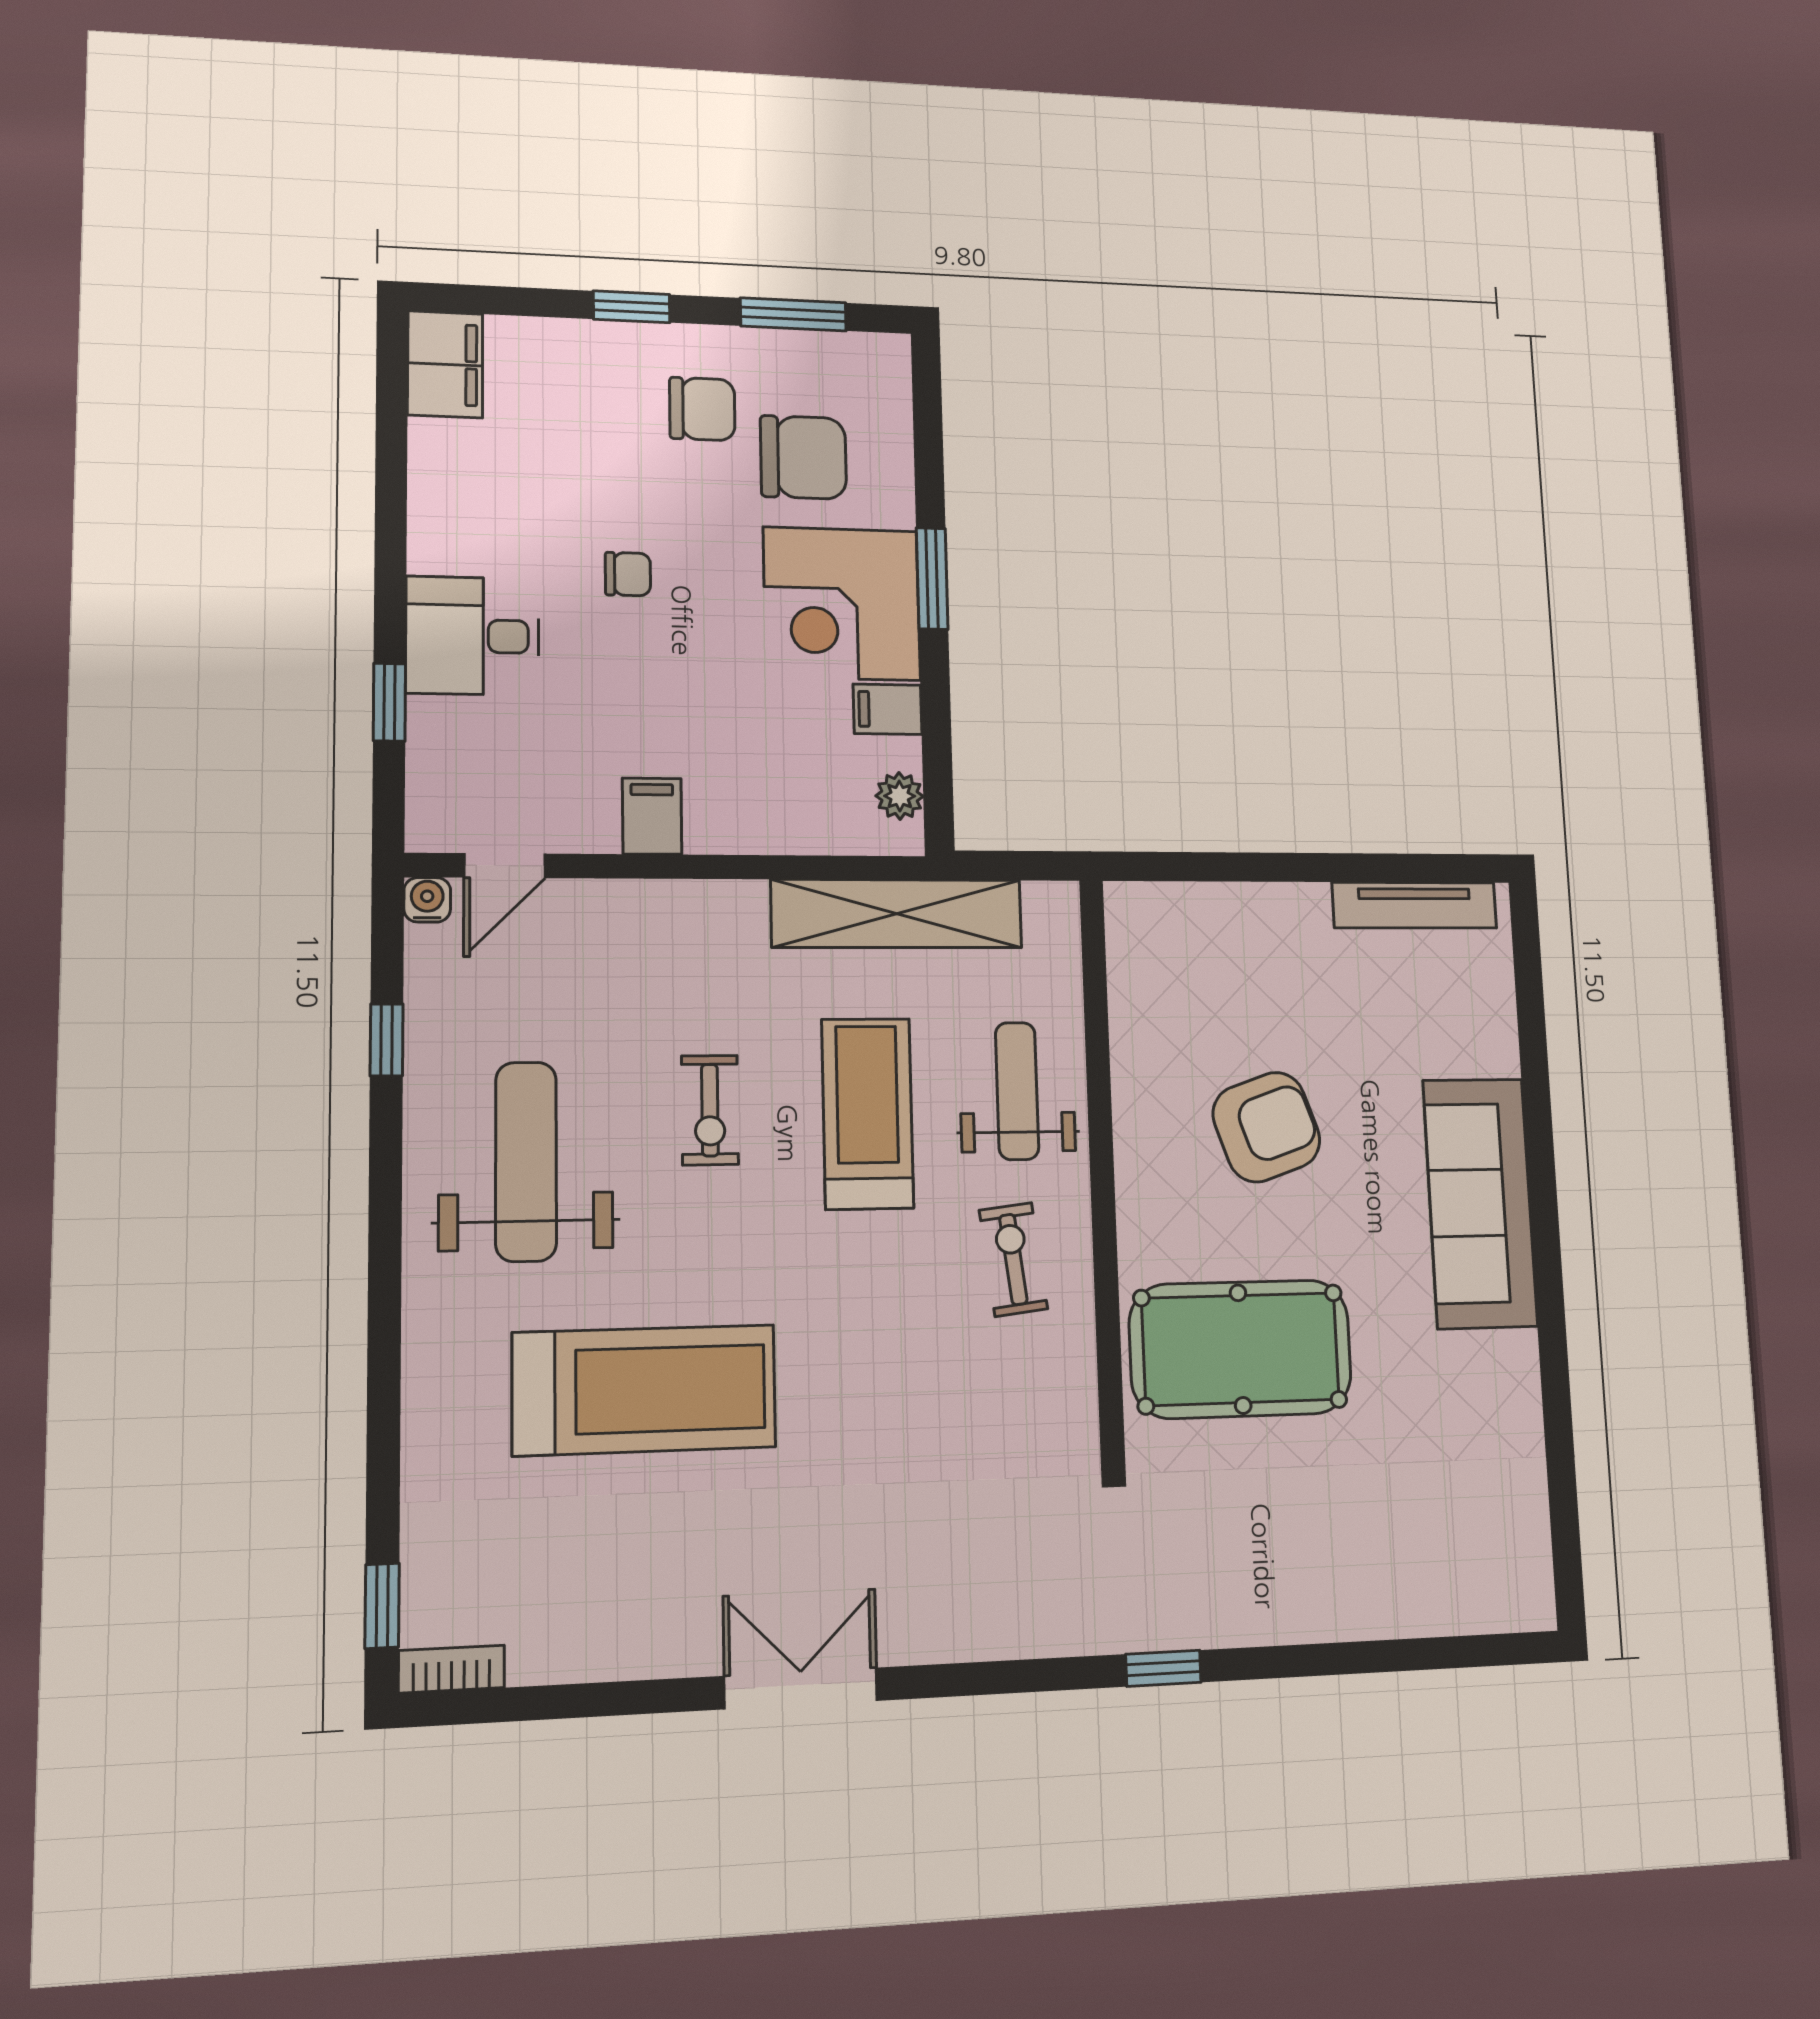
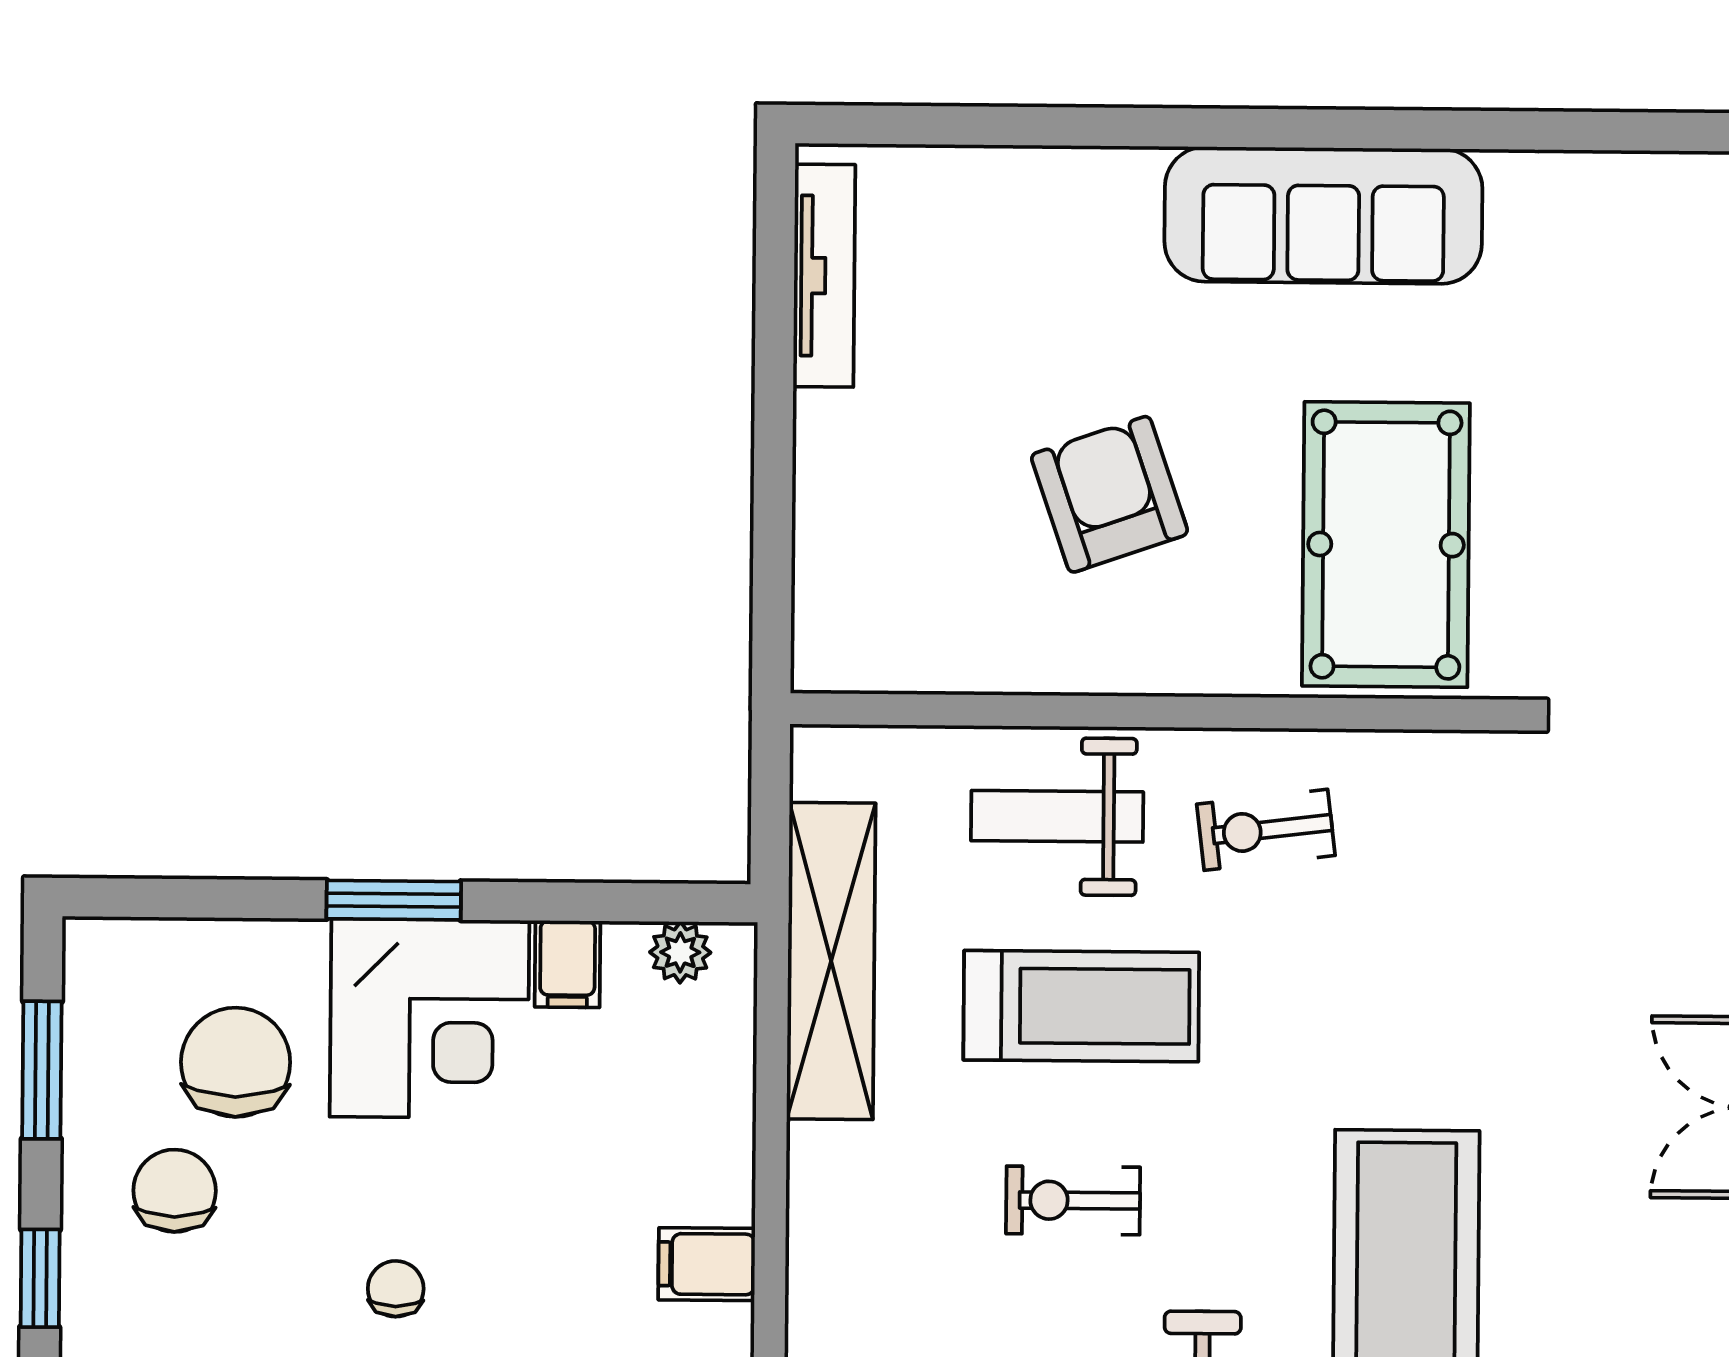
exercise bike: (710, 1110) -> (1073, 1200), turned 180
treadmill: (868, 1113) -> (1081, 1006), turned 180
sofa: (1480, 1203) -> (1323, 215), moved

